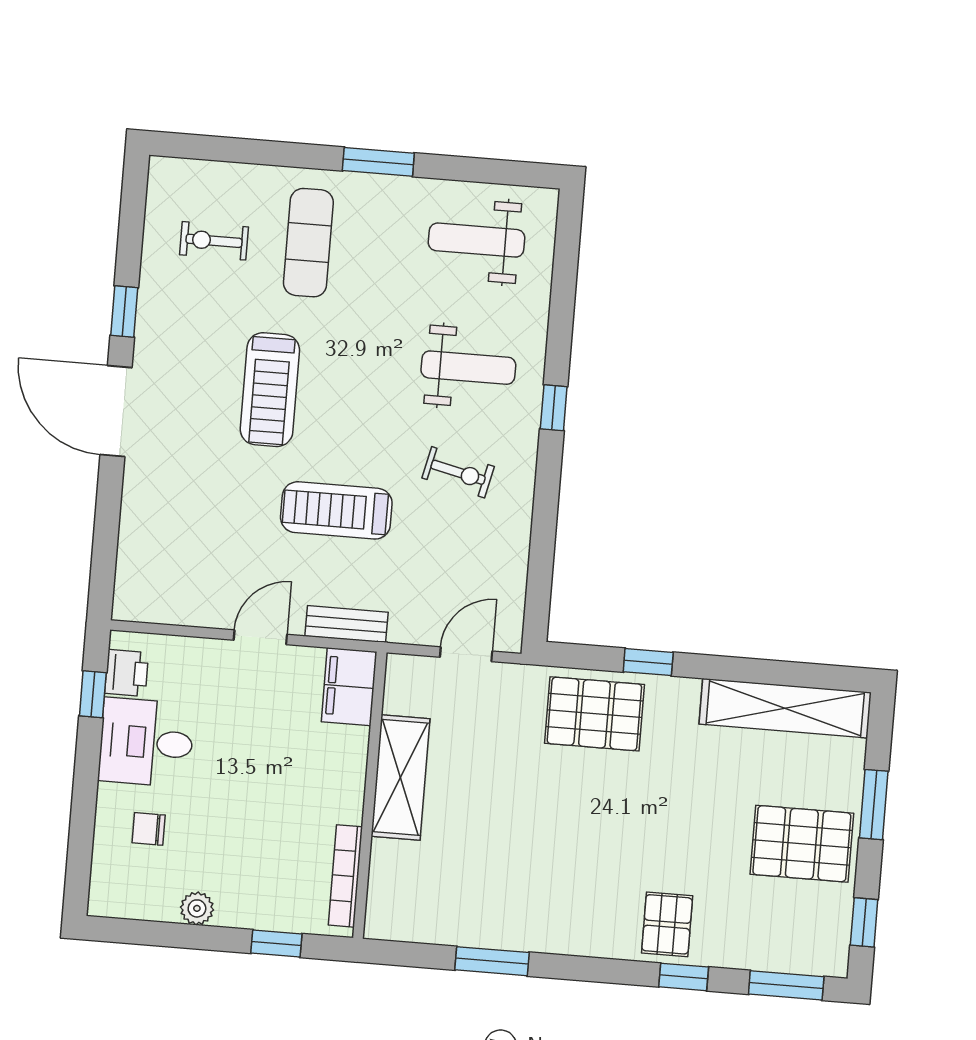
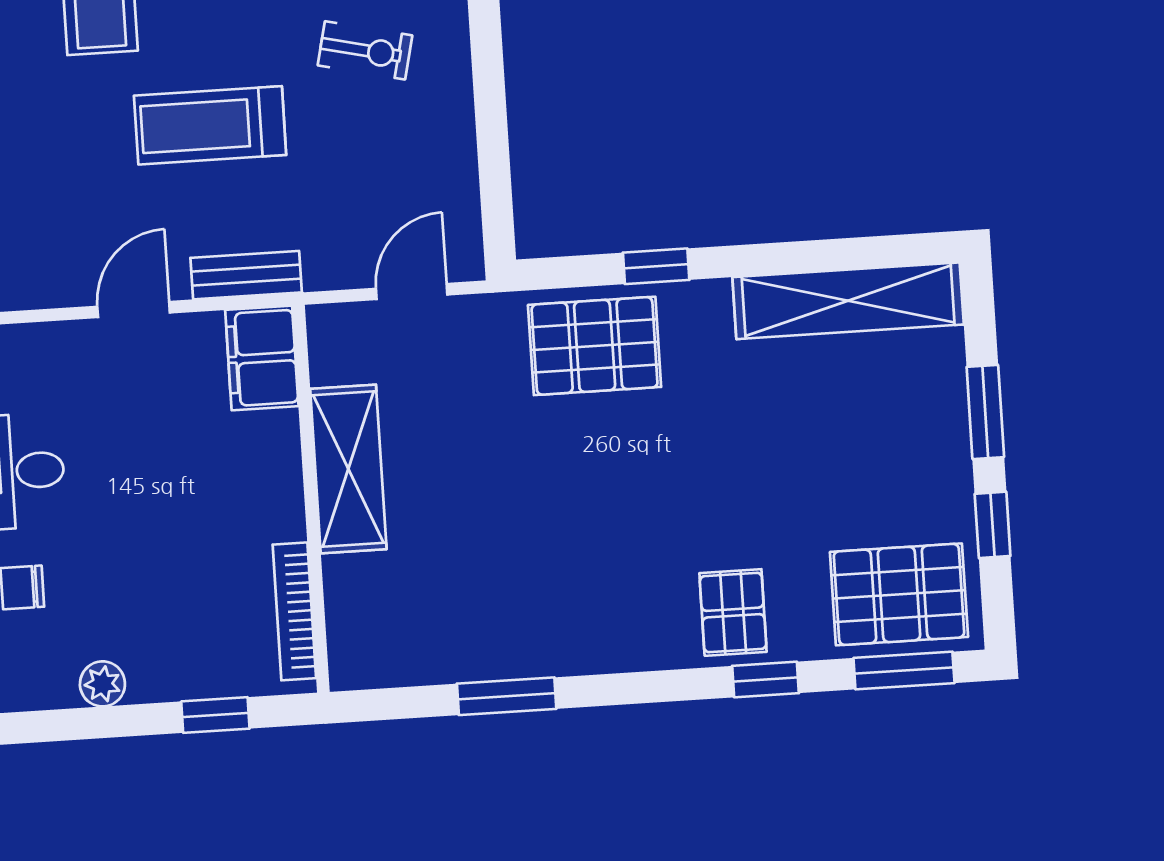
pallet: (802, 844) -> (899, 594), moved
window: (864, 922) -> (993, 525), moved

